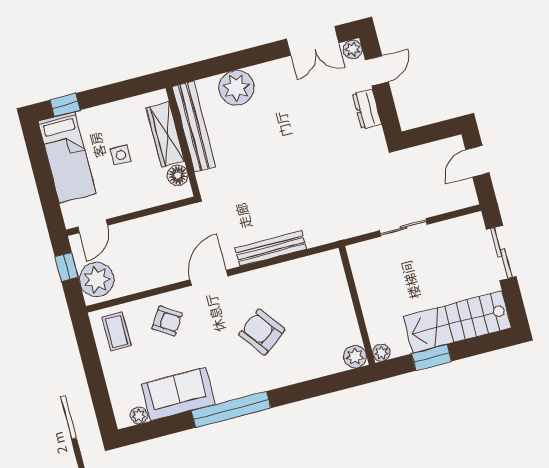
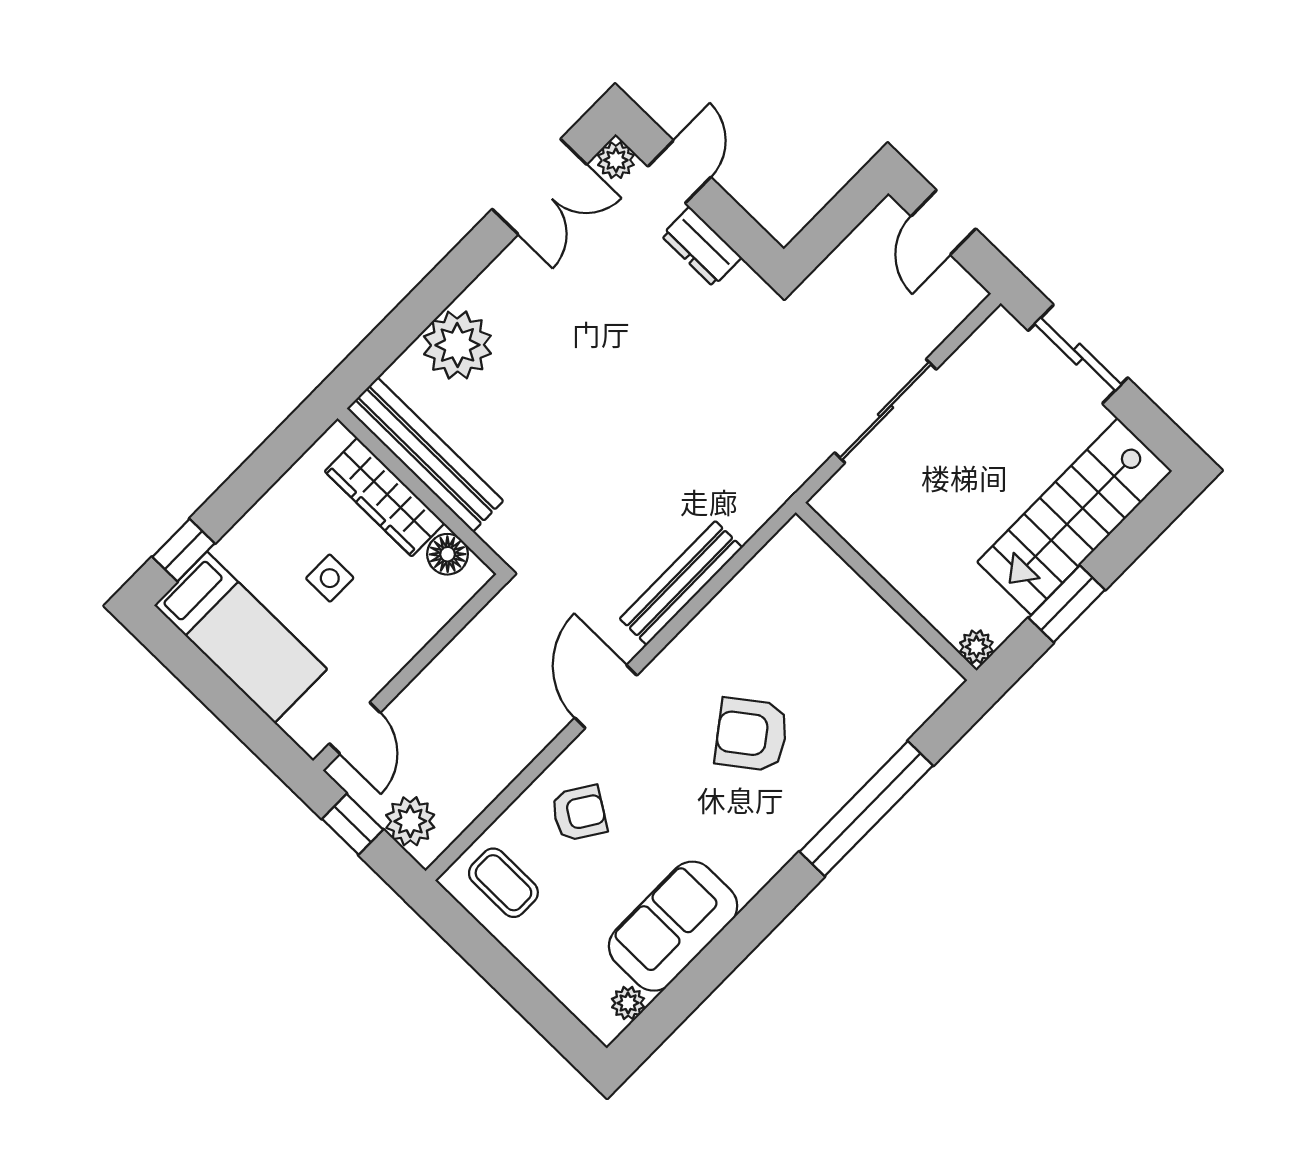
sliding door: (404, 227) -> (886, 411), width x1.37
plant: (97, 280) -> (410, 821), width x0.73, depth x0.73
plant: (355, 357) -> (936, 681), removed
window: (231, 409) -> (866, 809), moved

